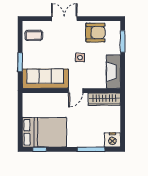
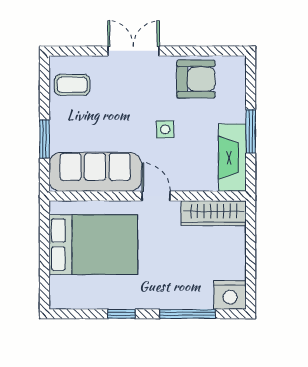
window: (123, 42) -> (251, 131), moved
door: (76, 91) -> (156, 196), swing flipped
bed: (44, 132) -> (93, 245), moved
window: (40, 149) -> (122, 314), moved

